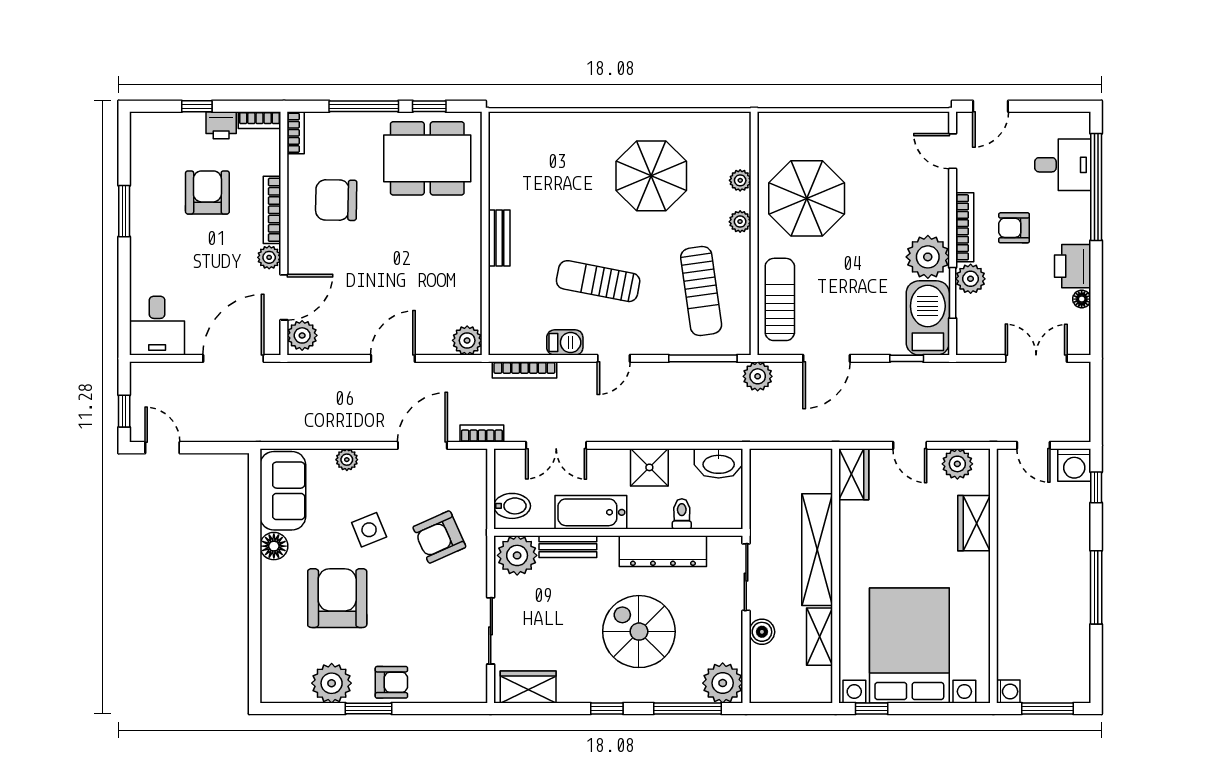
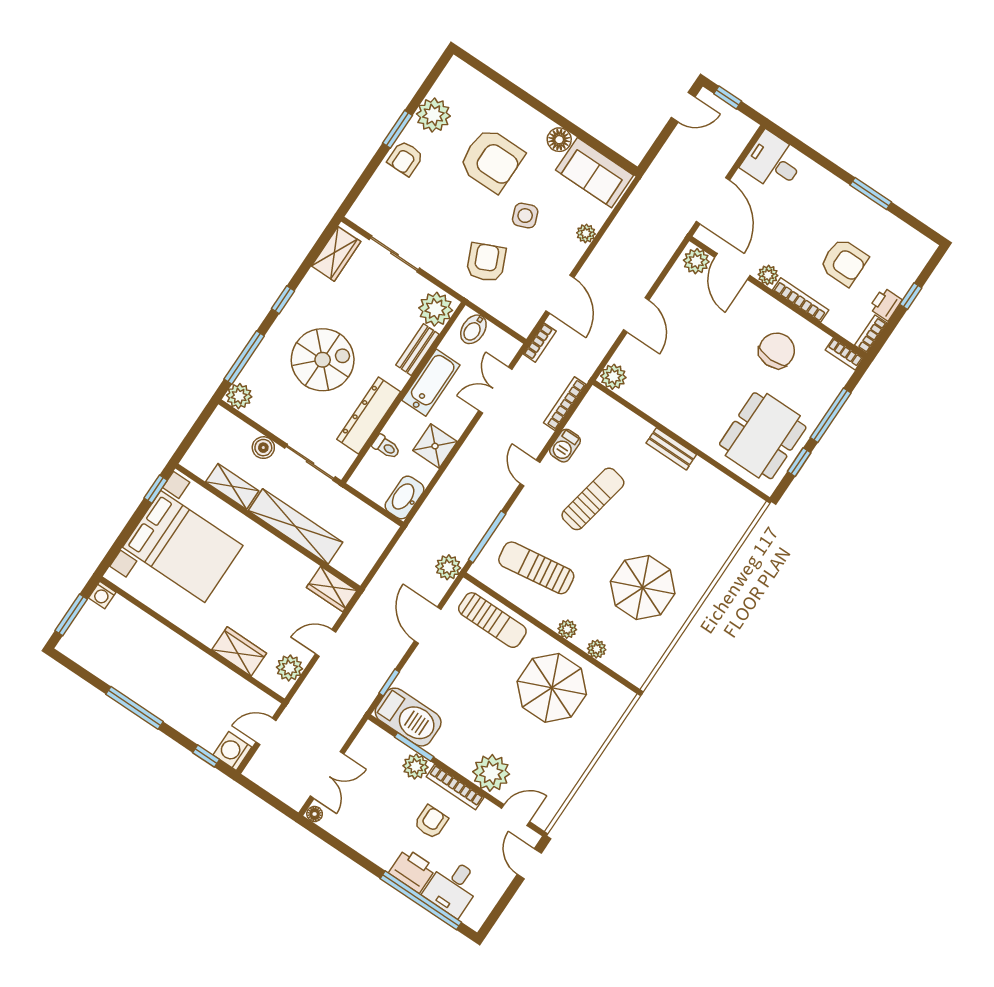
plant: (928, 257) -> (491, 773), moved
printer: (1073, 266) -> (412, 870), moved
floor lamp: (1082, 299) -> (315, 814), moved
plant: (723, 683) -> (239, 396), width x0.73, depth x0.73

